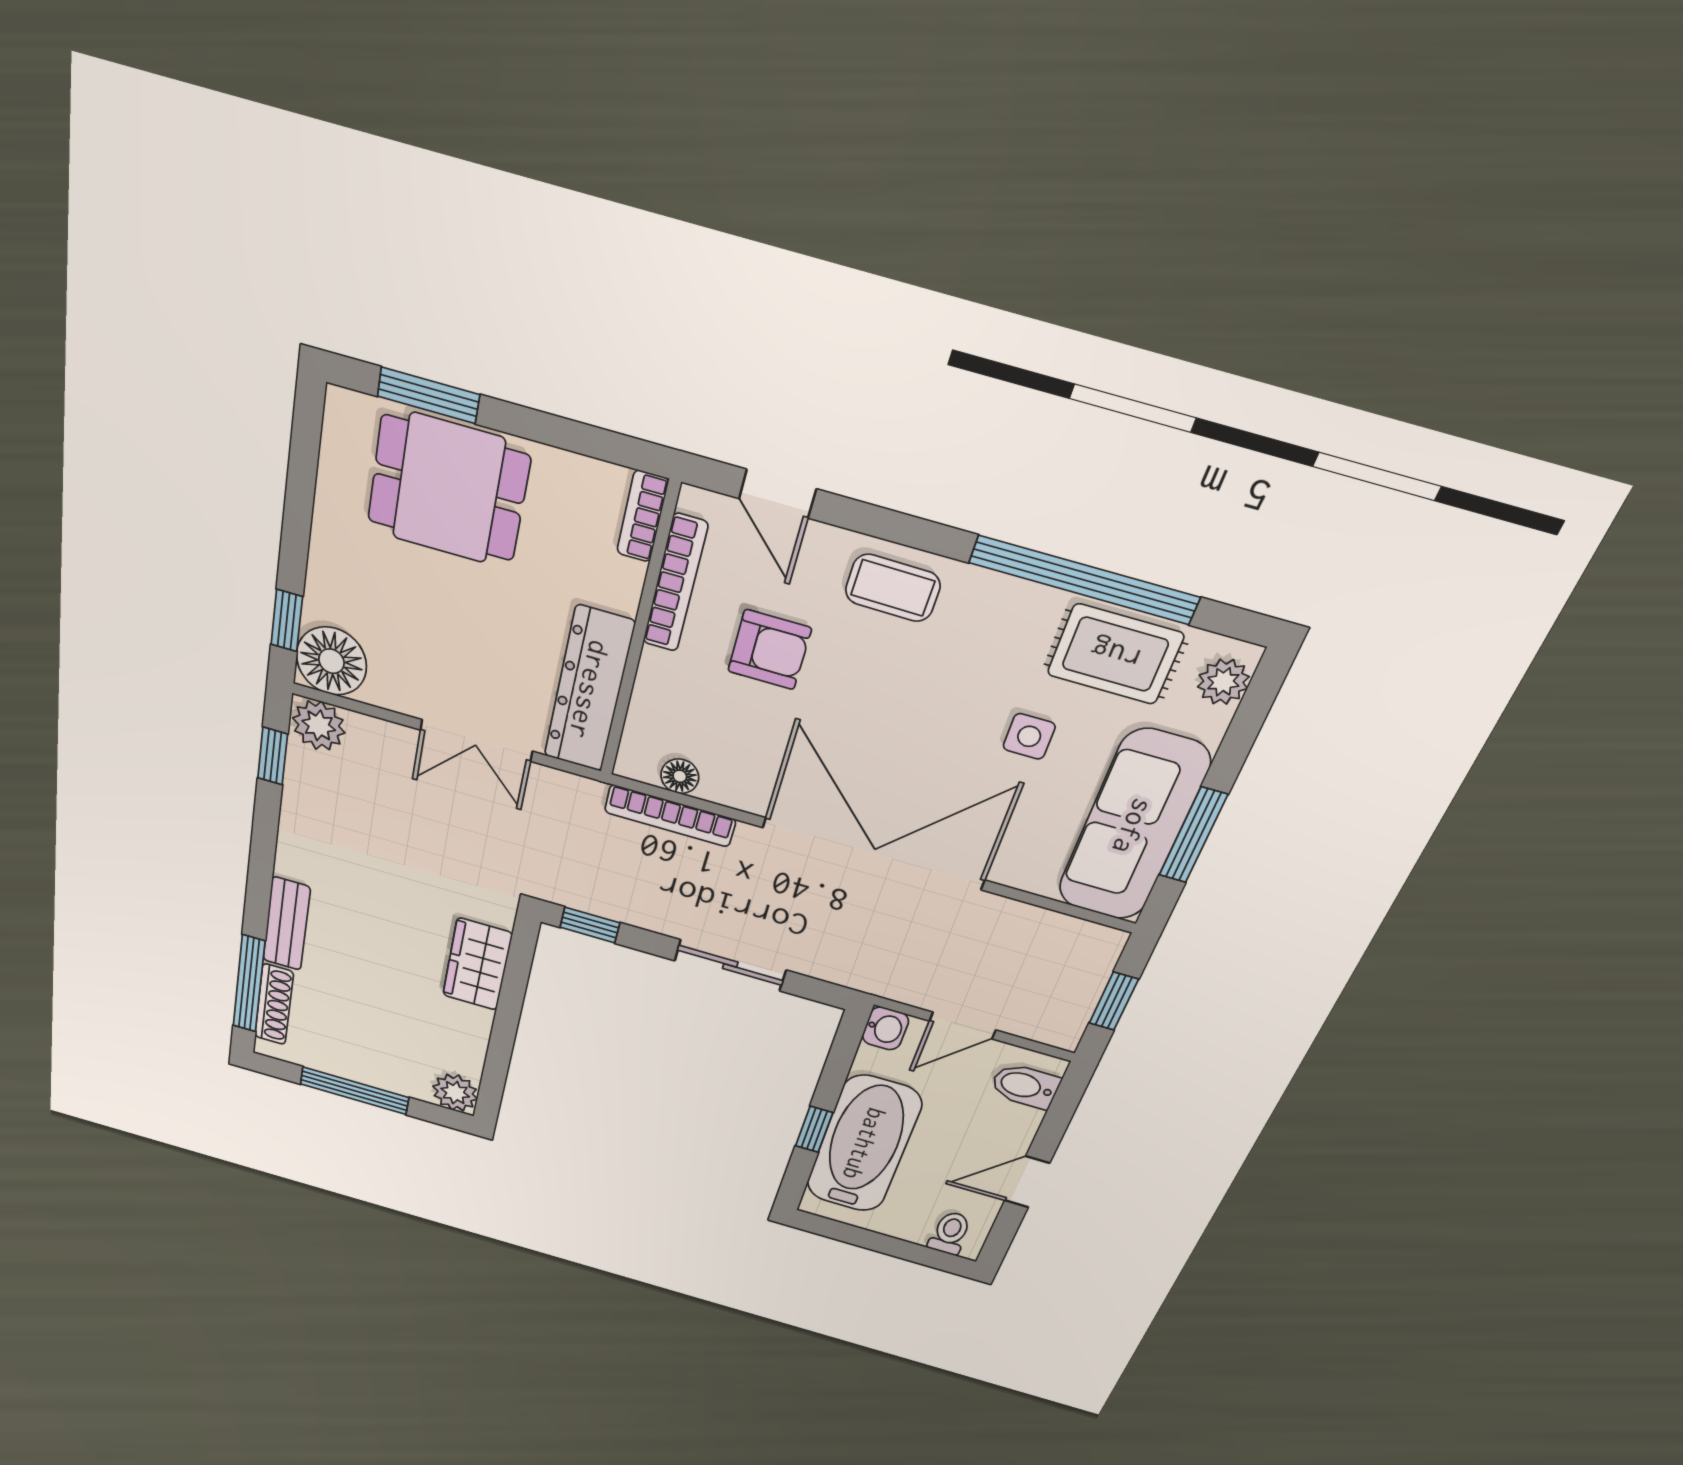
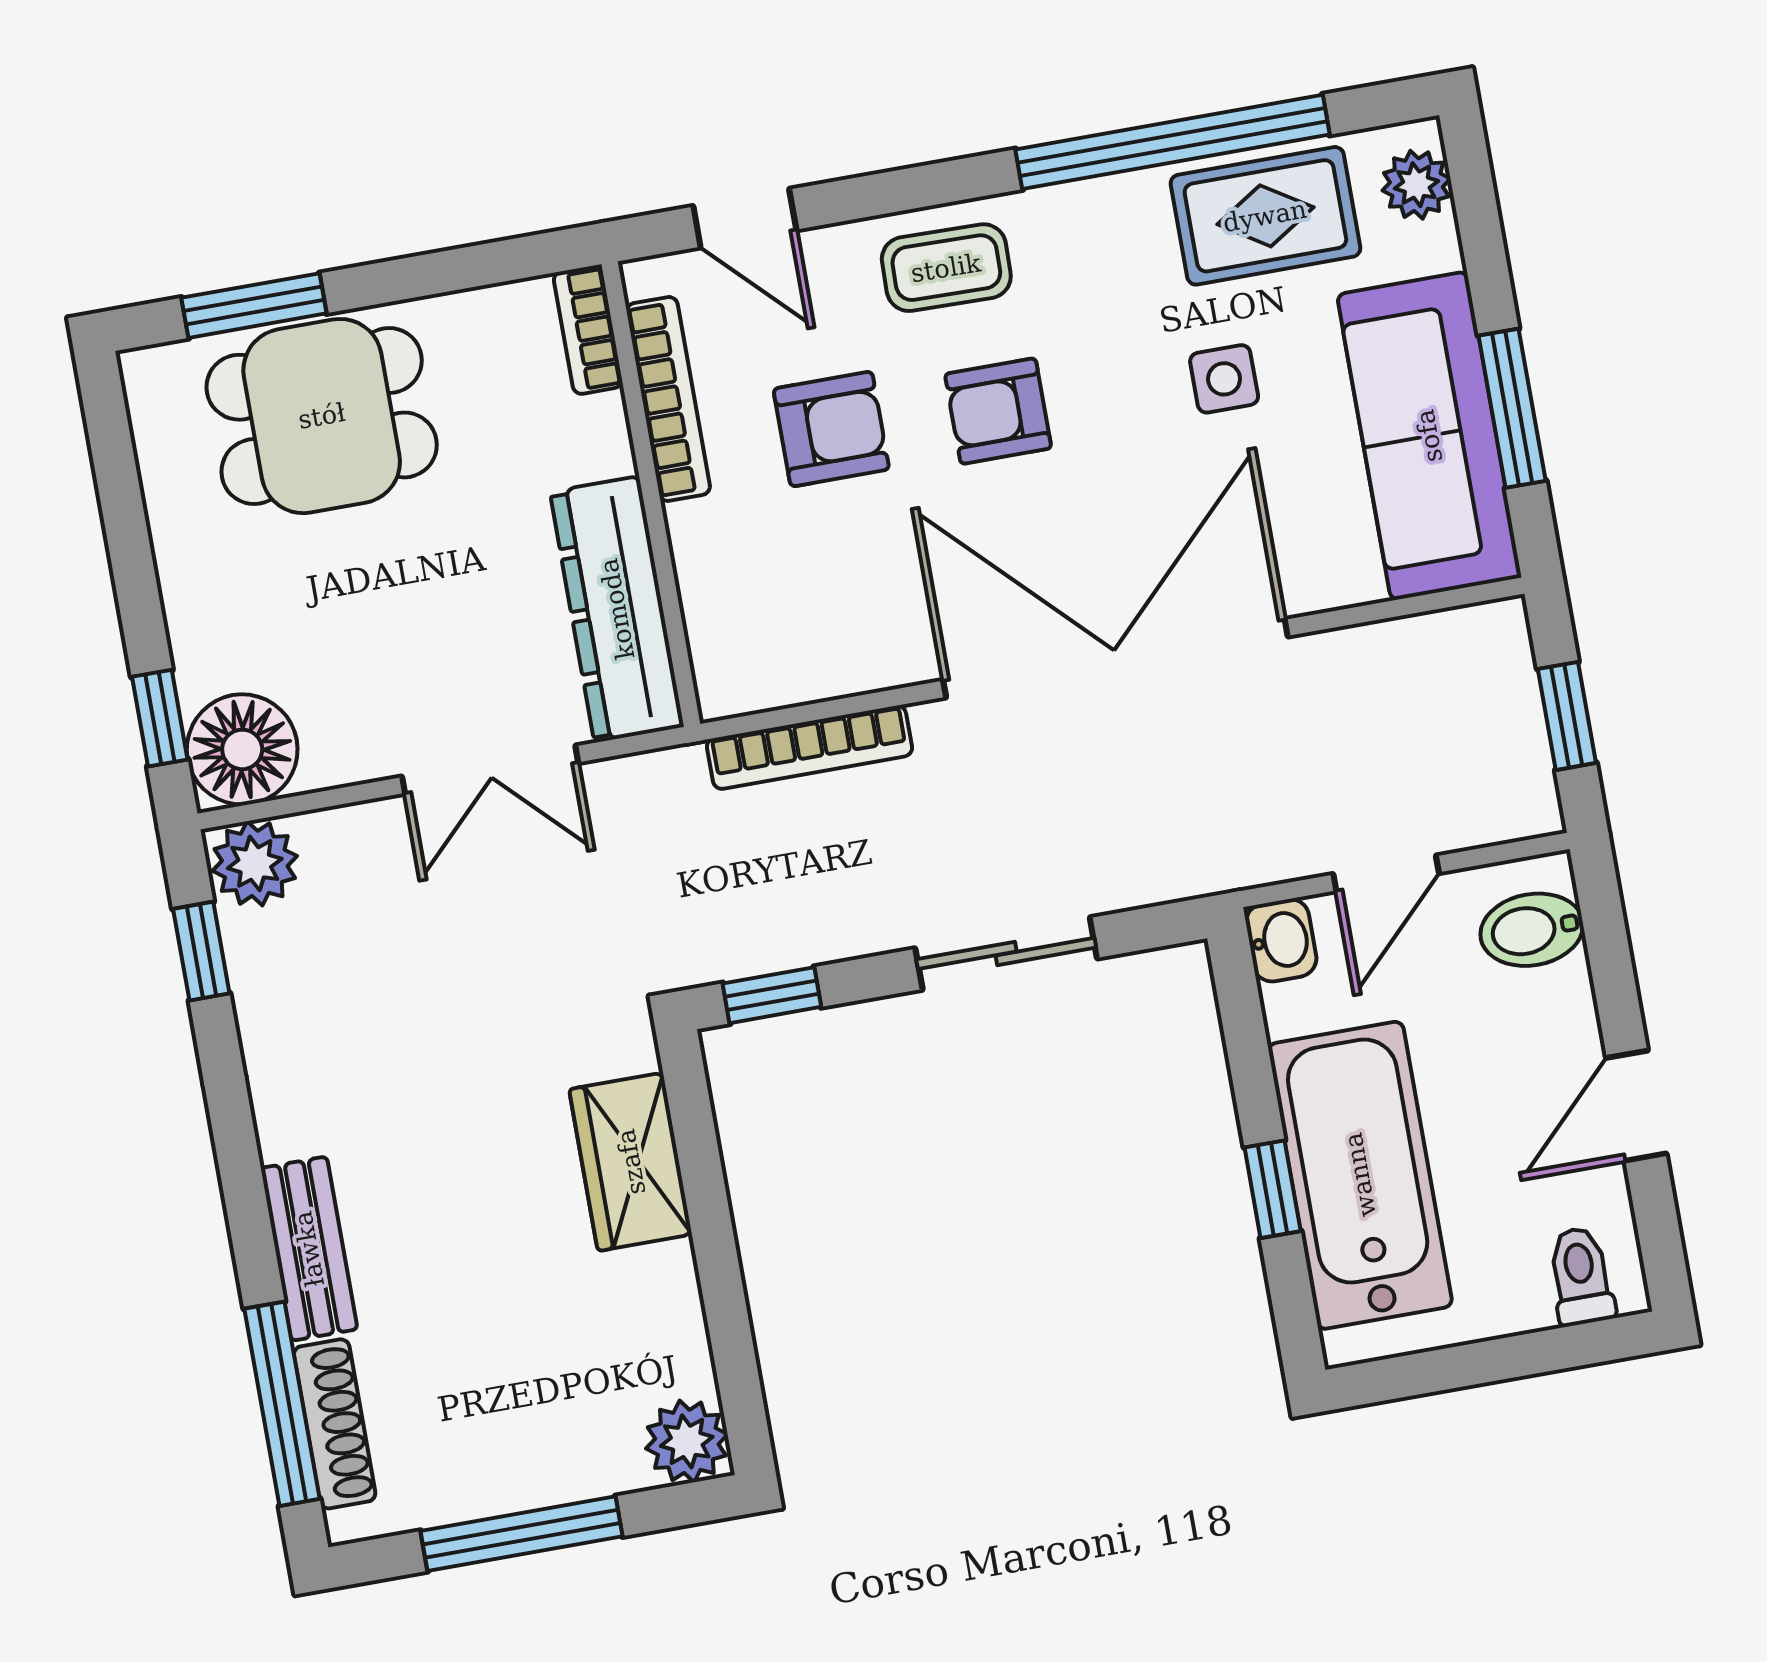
armchair: (879, 688) -> (998, 411), added
floor lamp: (680, 776) -> (796, 677), removed

